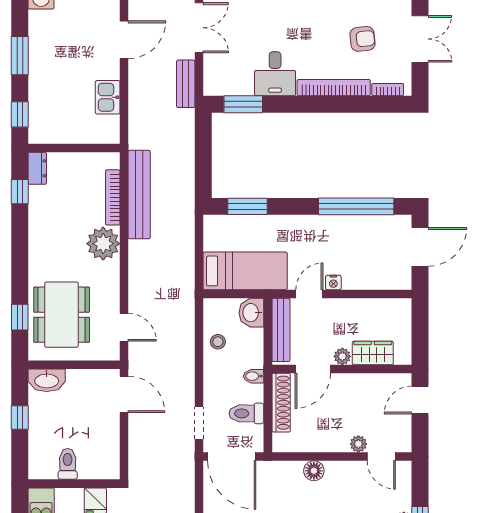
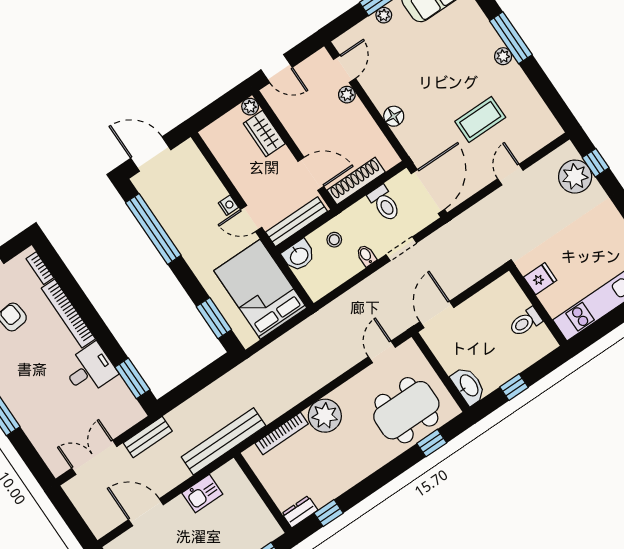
bench: (139, 195) -> (223, 441), moved
bed: (245, 271) -> (260, 289), width x1.50
stool: (218, 342) -> (334, 240), moved
plant: (342, 356) -> (250, 107), moved
bidet: (254, 376) -> (366, 255), moved, turned 180
doorway: (199, 423) -> (401, 249), moved

